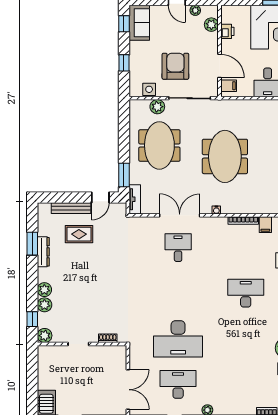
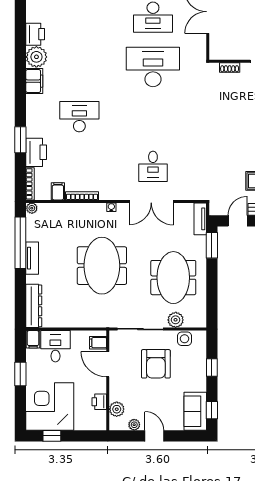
desk: (246, 293) -> (79, 117), turned 180

